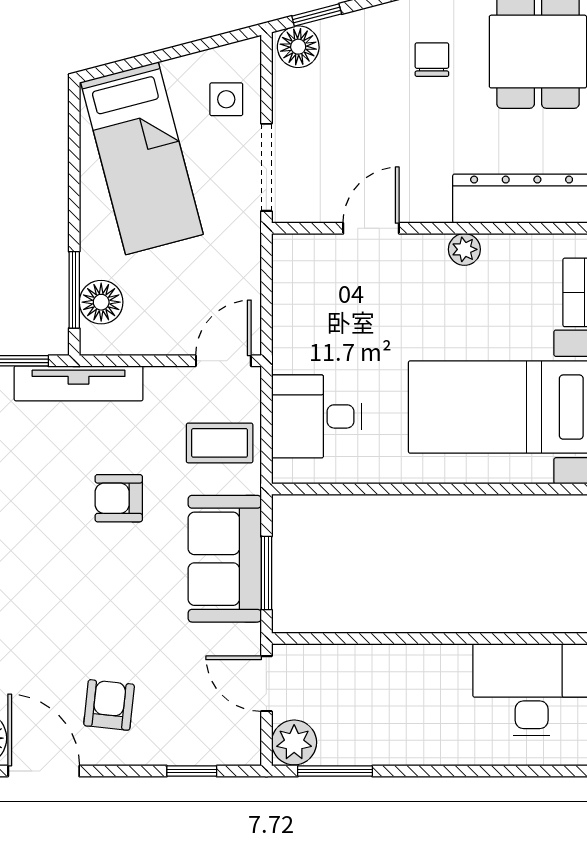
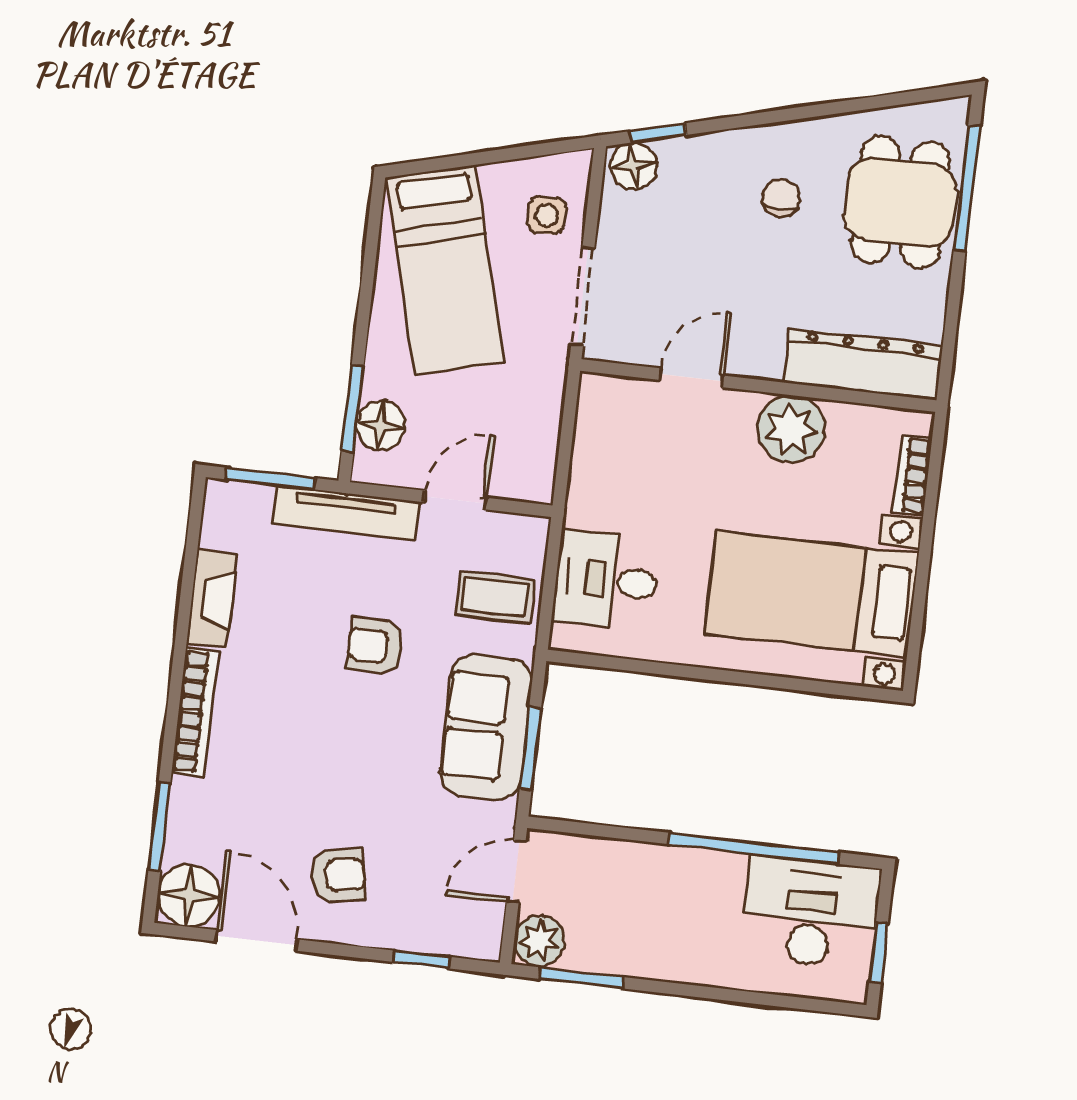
plant: (464, 249) -> (791, 429), width x1.88, depth x1.88
door: (223, 361) -> (455, 500), moved
window: (475, 639) -> (754, 848), added
door: (266, 684) -> (516, 872), hinge flipped
armchair: (109, 705) -> (338, 875), turned 74

